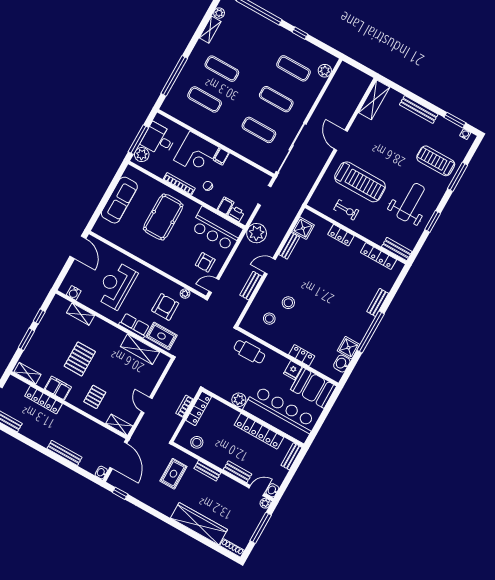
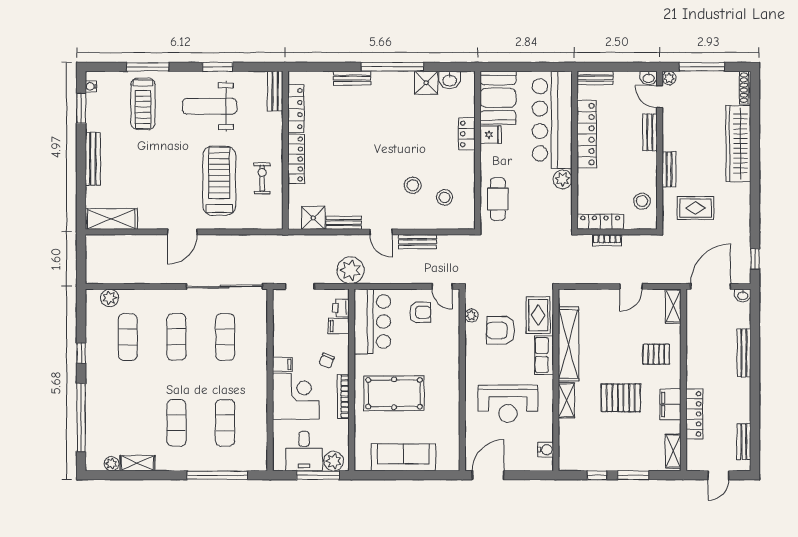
locker: (341, 235) -> (296, 159), width x1.53
shelving: (81, 314) -> (566, 400), moved
shelving: (140, 349) -> (569, 344), width x1.47

